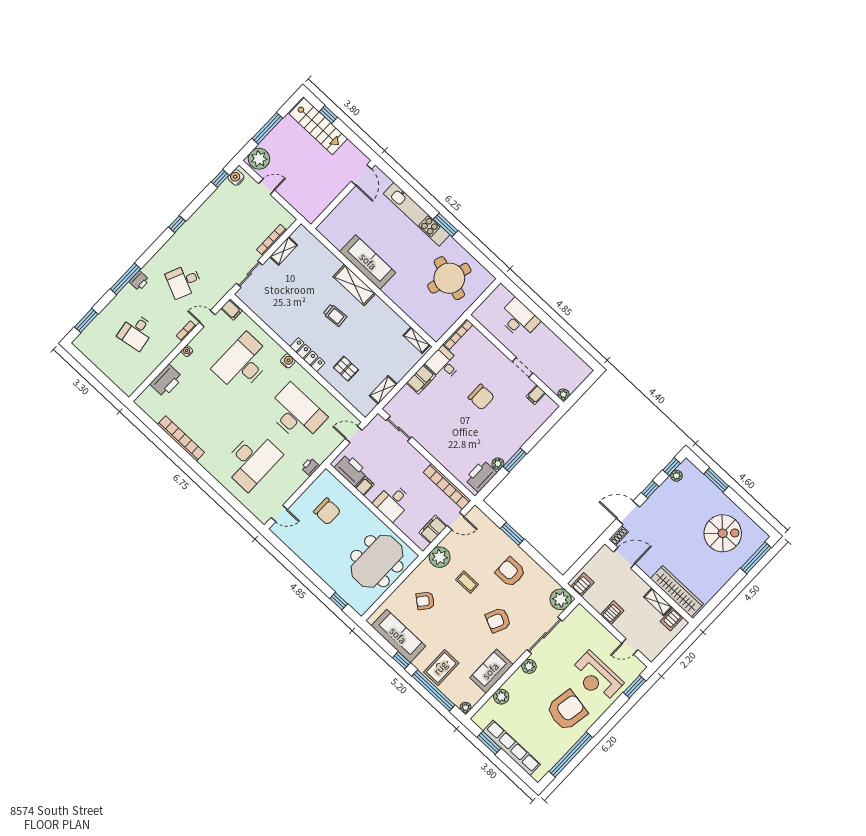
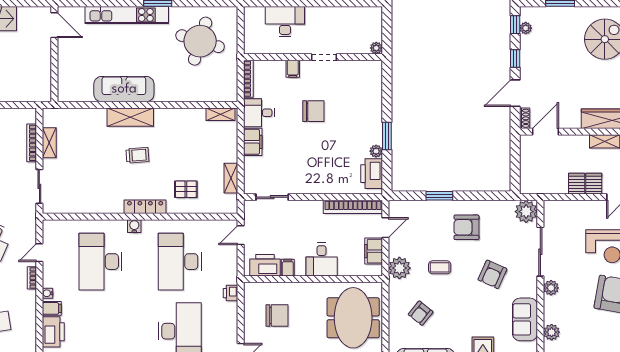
filing cabinet: (231, 310) -> (52, 308), moved
filing cabinet: (536, 395) -> (293, 69), moved
desk: (296, 414) -> (180, 262), turned -90
server rack: (582, 585) -> (594, 184), moved

